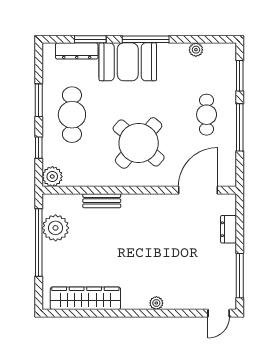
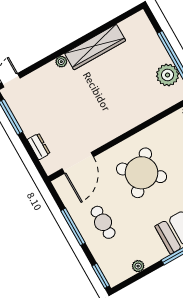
window: (240, 76) -> (101, 276), moved
bench: (102, 201) -> (145, 115), removed
wardrobe: (85, 298) -> (95, 47), moved

